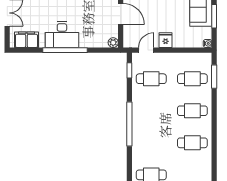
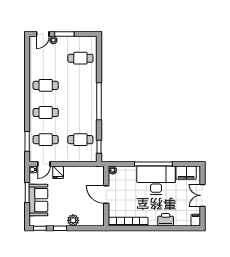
desk: (62, 35) -> (156, 180), width x1.36, depth x1.30
fridge: (166, 40) -> (58, 172), moved
door: (146, 50) -> (44, 164), moved

